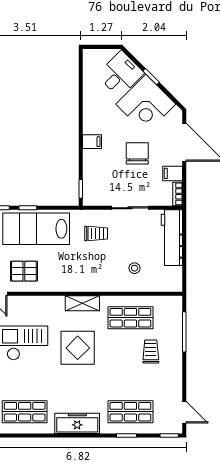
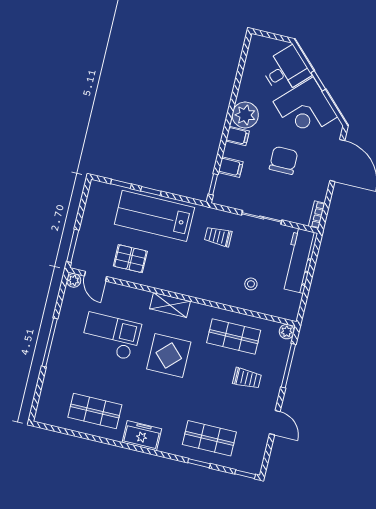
plant: (94, 122) -> (245, 115), added
filing cabinet: (173, 173) -> (231, 167), moved, turned 180
trolley: (96, 234) -> (218, 237), turned 180
plant: (176, 302) -> (287, 332), added
shelving: (82, 303) -> (170, 305), moved
trolley: (151, 351) -> (247, 378), turned 90
door: (184, 412) -> (275, 423), moved
freezer: (77, 423) -> (142, 436), width x0.71

